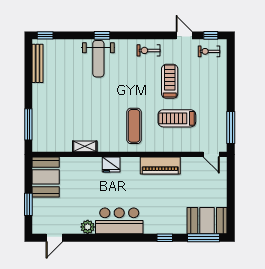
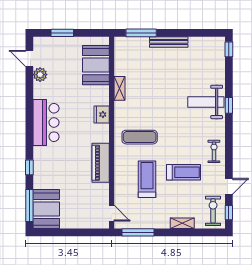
exercise bike: (209, 51) -> (213, 211), width x1.38, depth x1.39
bench: (38, 63) -> (169, 42), moved
shelving: (222, 83) -> (182, 223), added
door: (211, 154) -> (112, 213), swing flipped
booth: (46, 177) -> (96, 65), moved, turned 90
plant: (88, 227) -> (40, 75), moved

